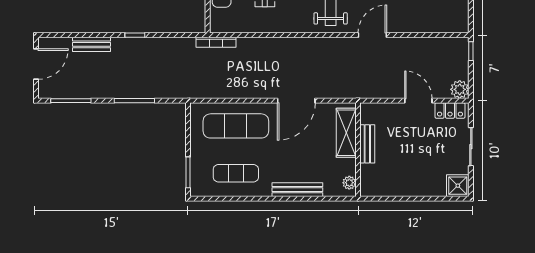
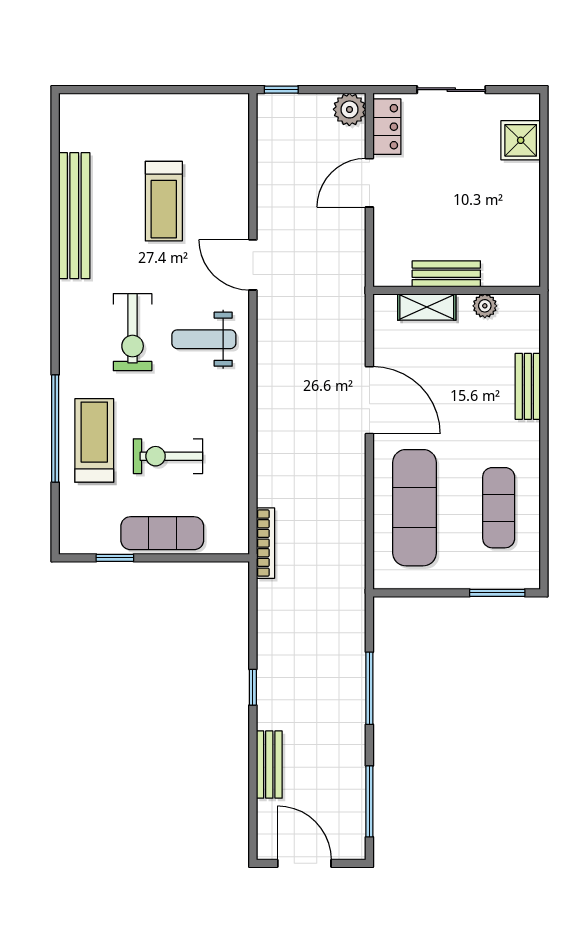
shelving: (346, 133) -> (427, 307), width x0.67, depth x0.75
plant: (349, 183) -> (485, 306), moved
shower: (458, 186) -> (521, 140), moved
bench: (297, 190) -> (528, 386), width x0.73

